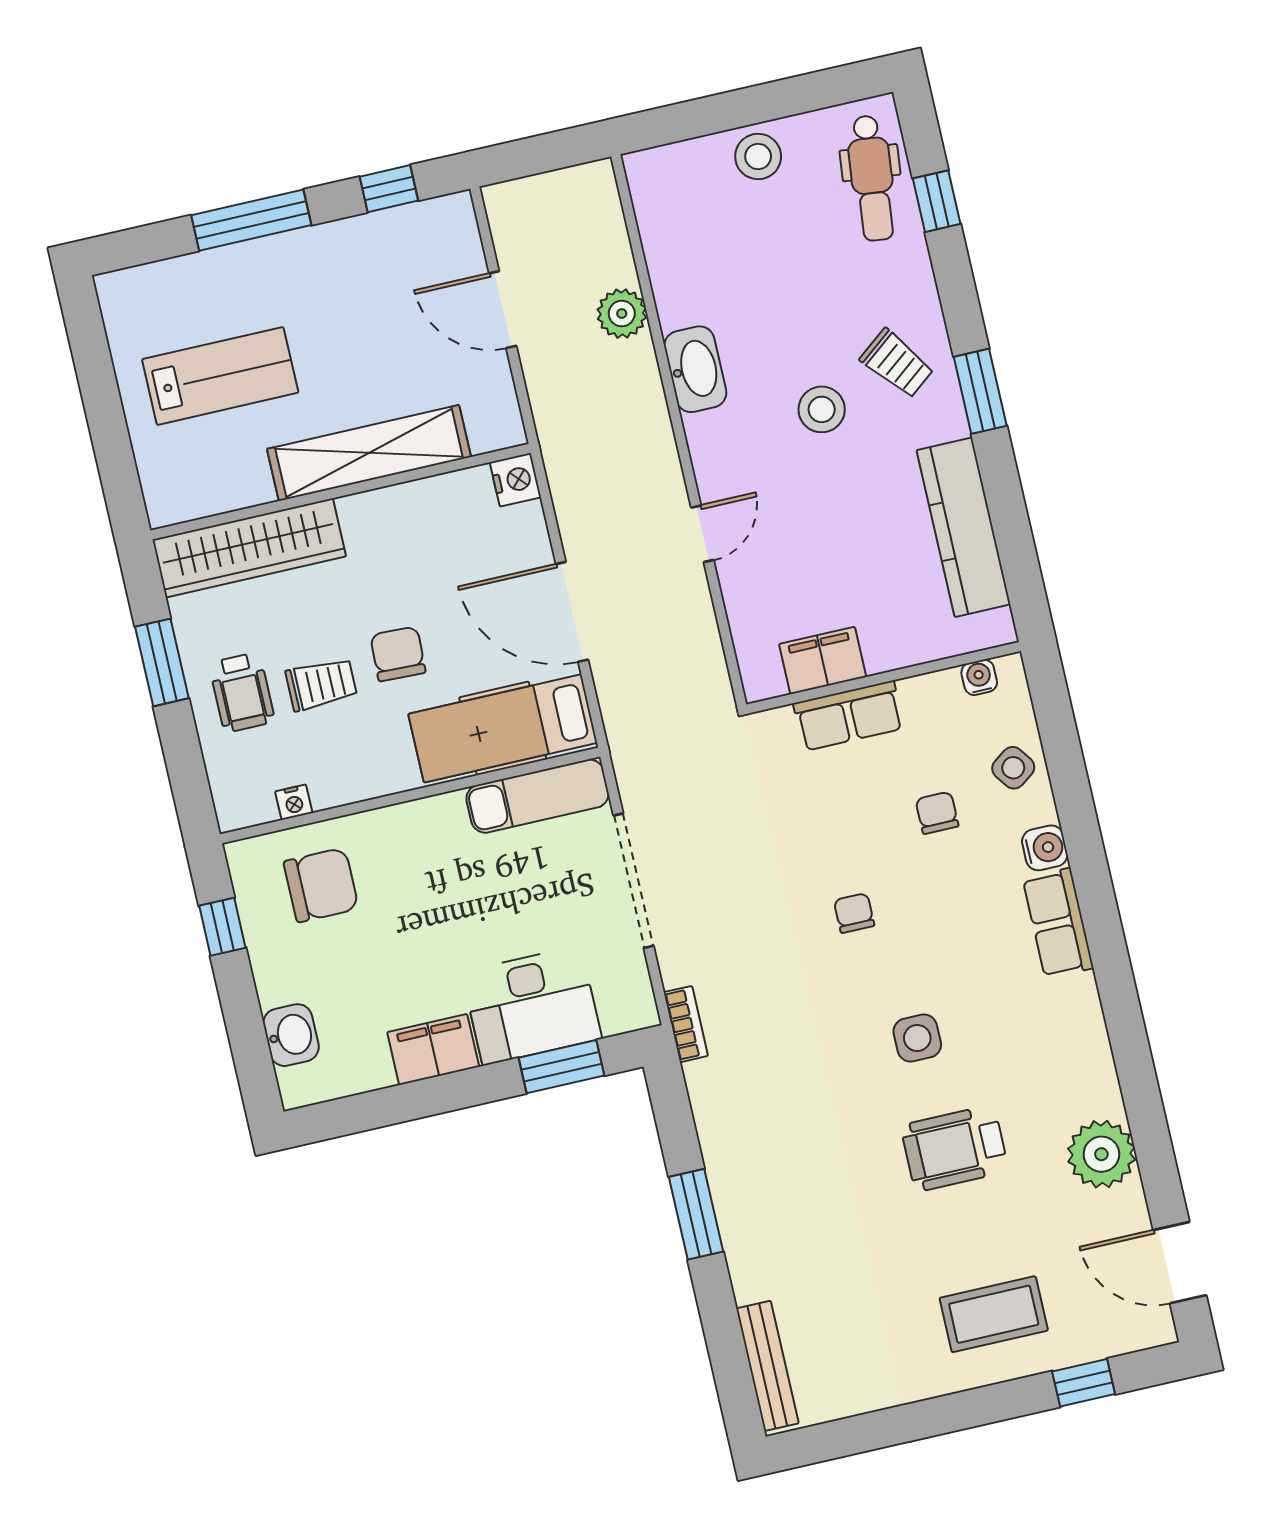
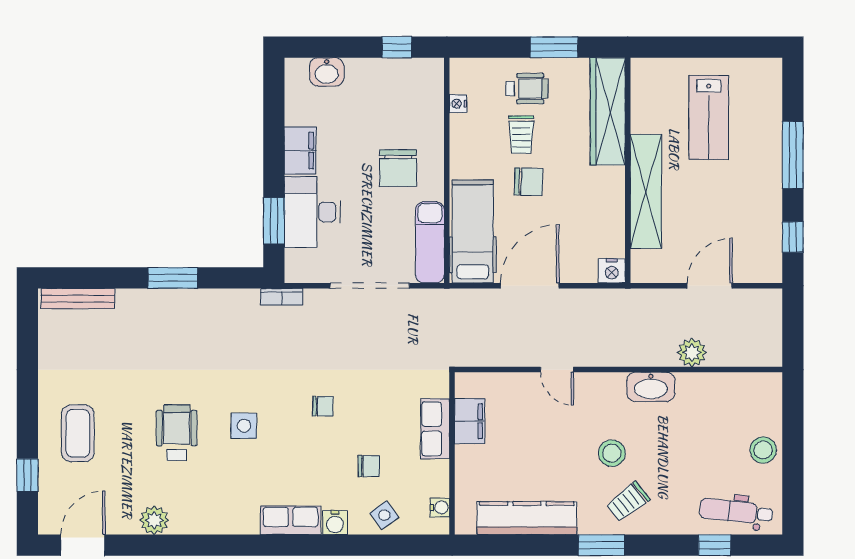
wheelchair: (242, 692) -> (527, 89), turned 180
chair: (321, 885) -> (398, 168), moved
plant: (1101, 1154) -> (154, 520), width x0.73, depth x0.73

